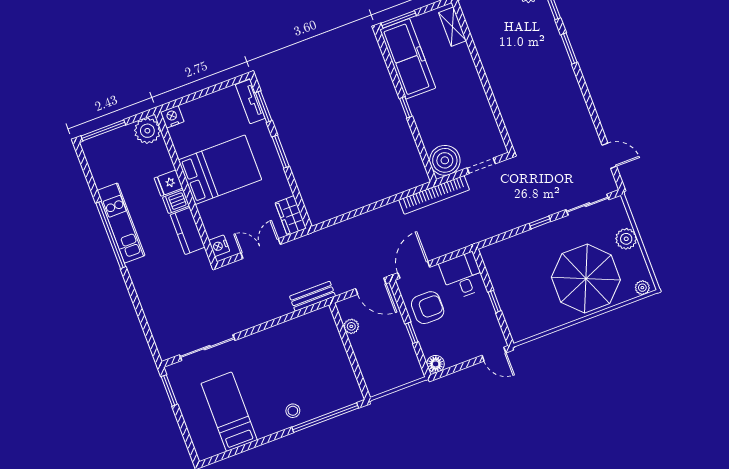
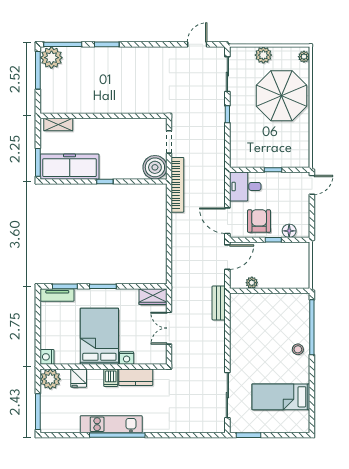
fridge: (168, 183) -> (79, 378), moved
nightstand: (219, 246) -> (127, 358), moved
floor lamp: (436, 364) -> (289, 231), moved

